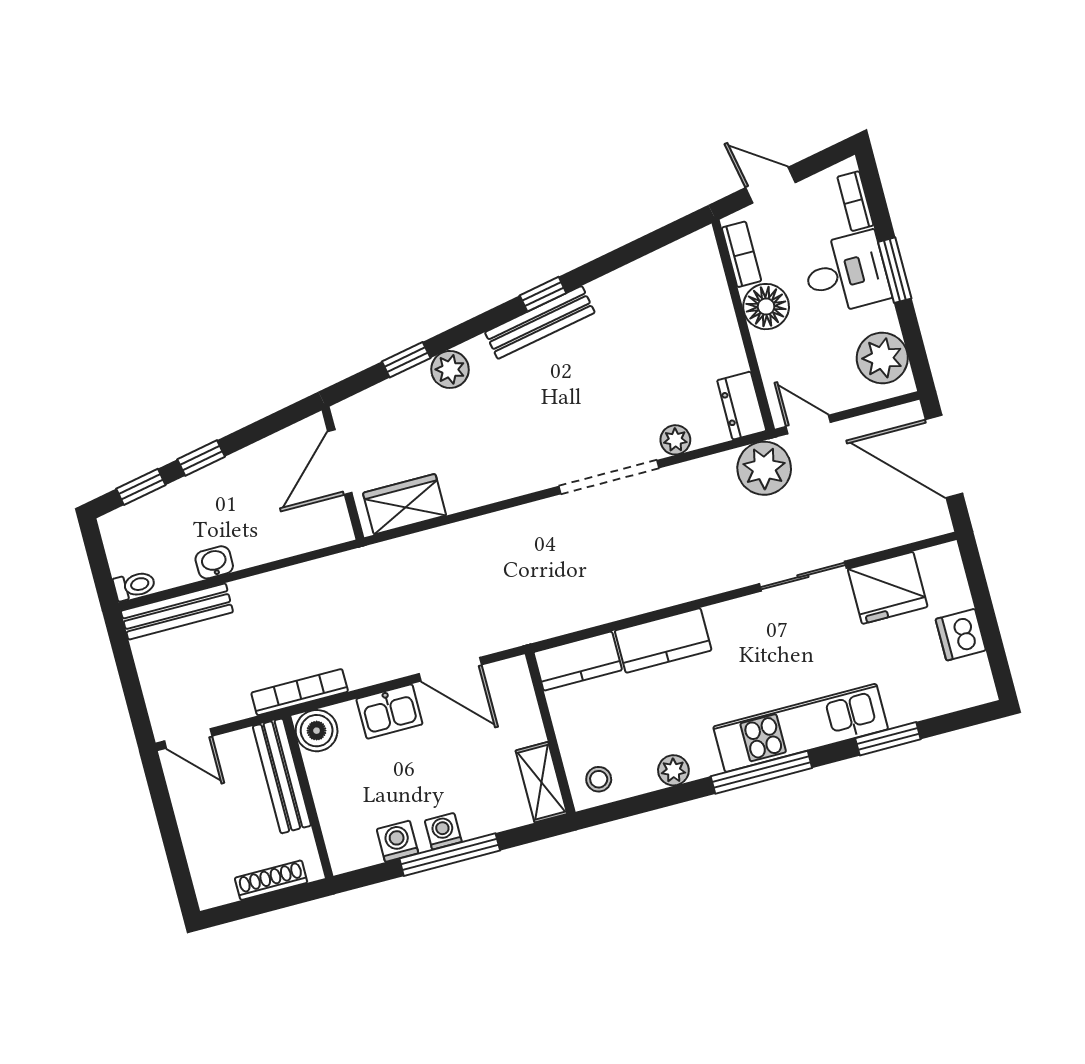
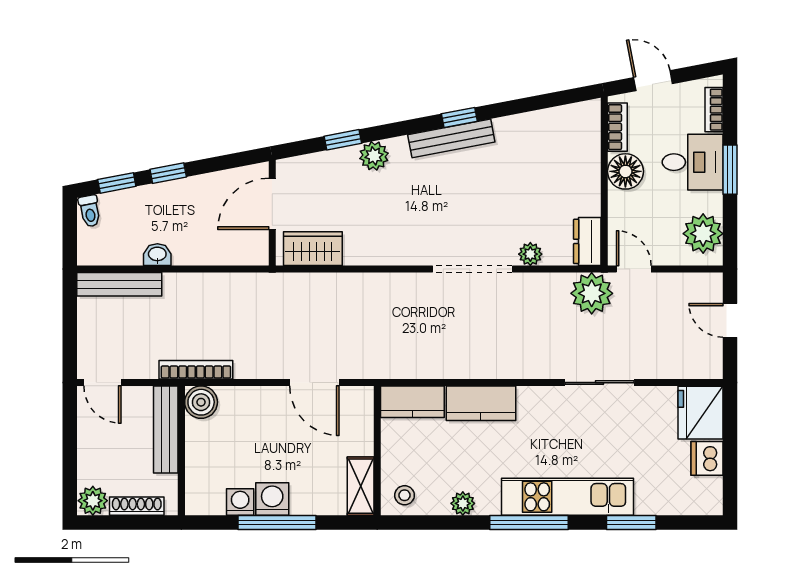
door: (944, 457) -> (730, 320), width x0.53
toilet: (134, 585) -> (90, 211), moved, turned 79
fridge: (888, 588) -> (700, 413), moved, turned 90
kitchen sink: (389, 712) -> (260, 402), removed
washing machine: (443, 831) -> (272, 499), width x1.38, depth x1.38
plant: (215, 888) -> (93, 501), added

